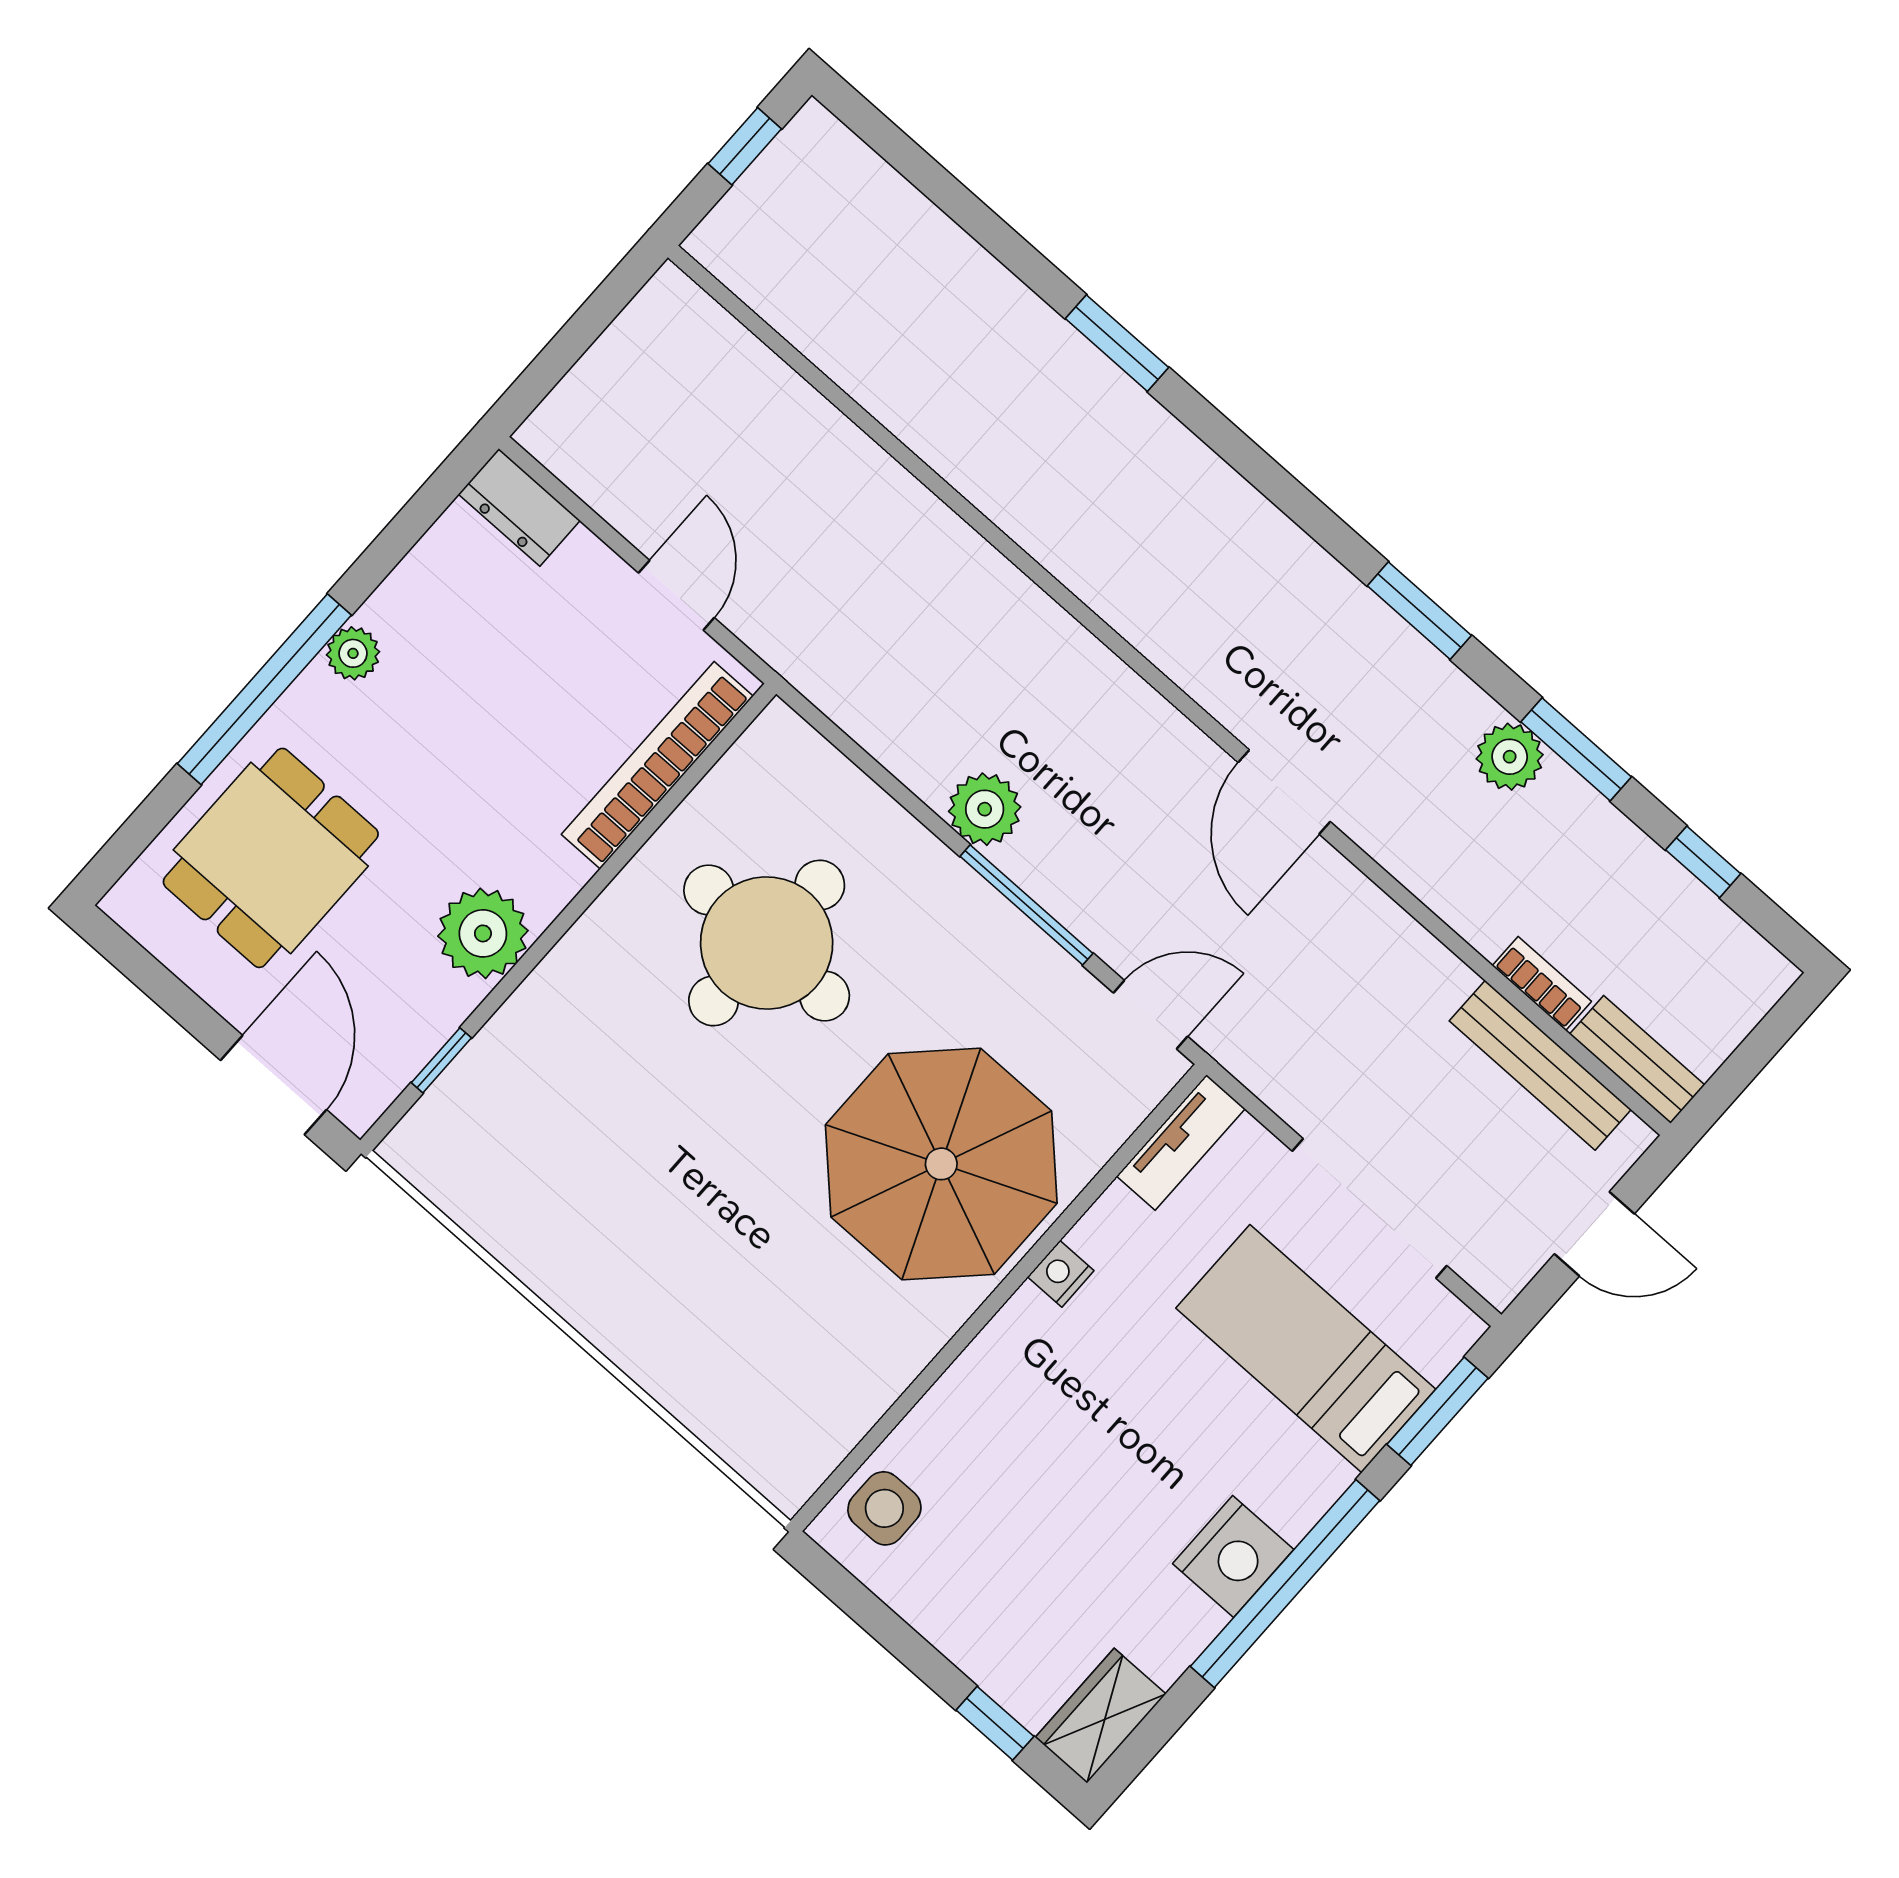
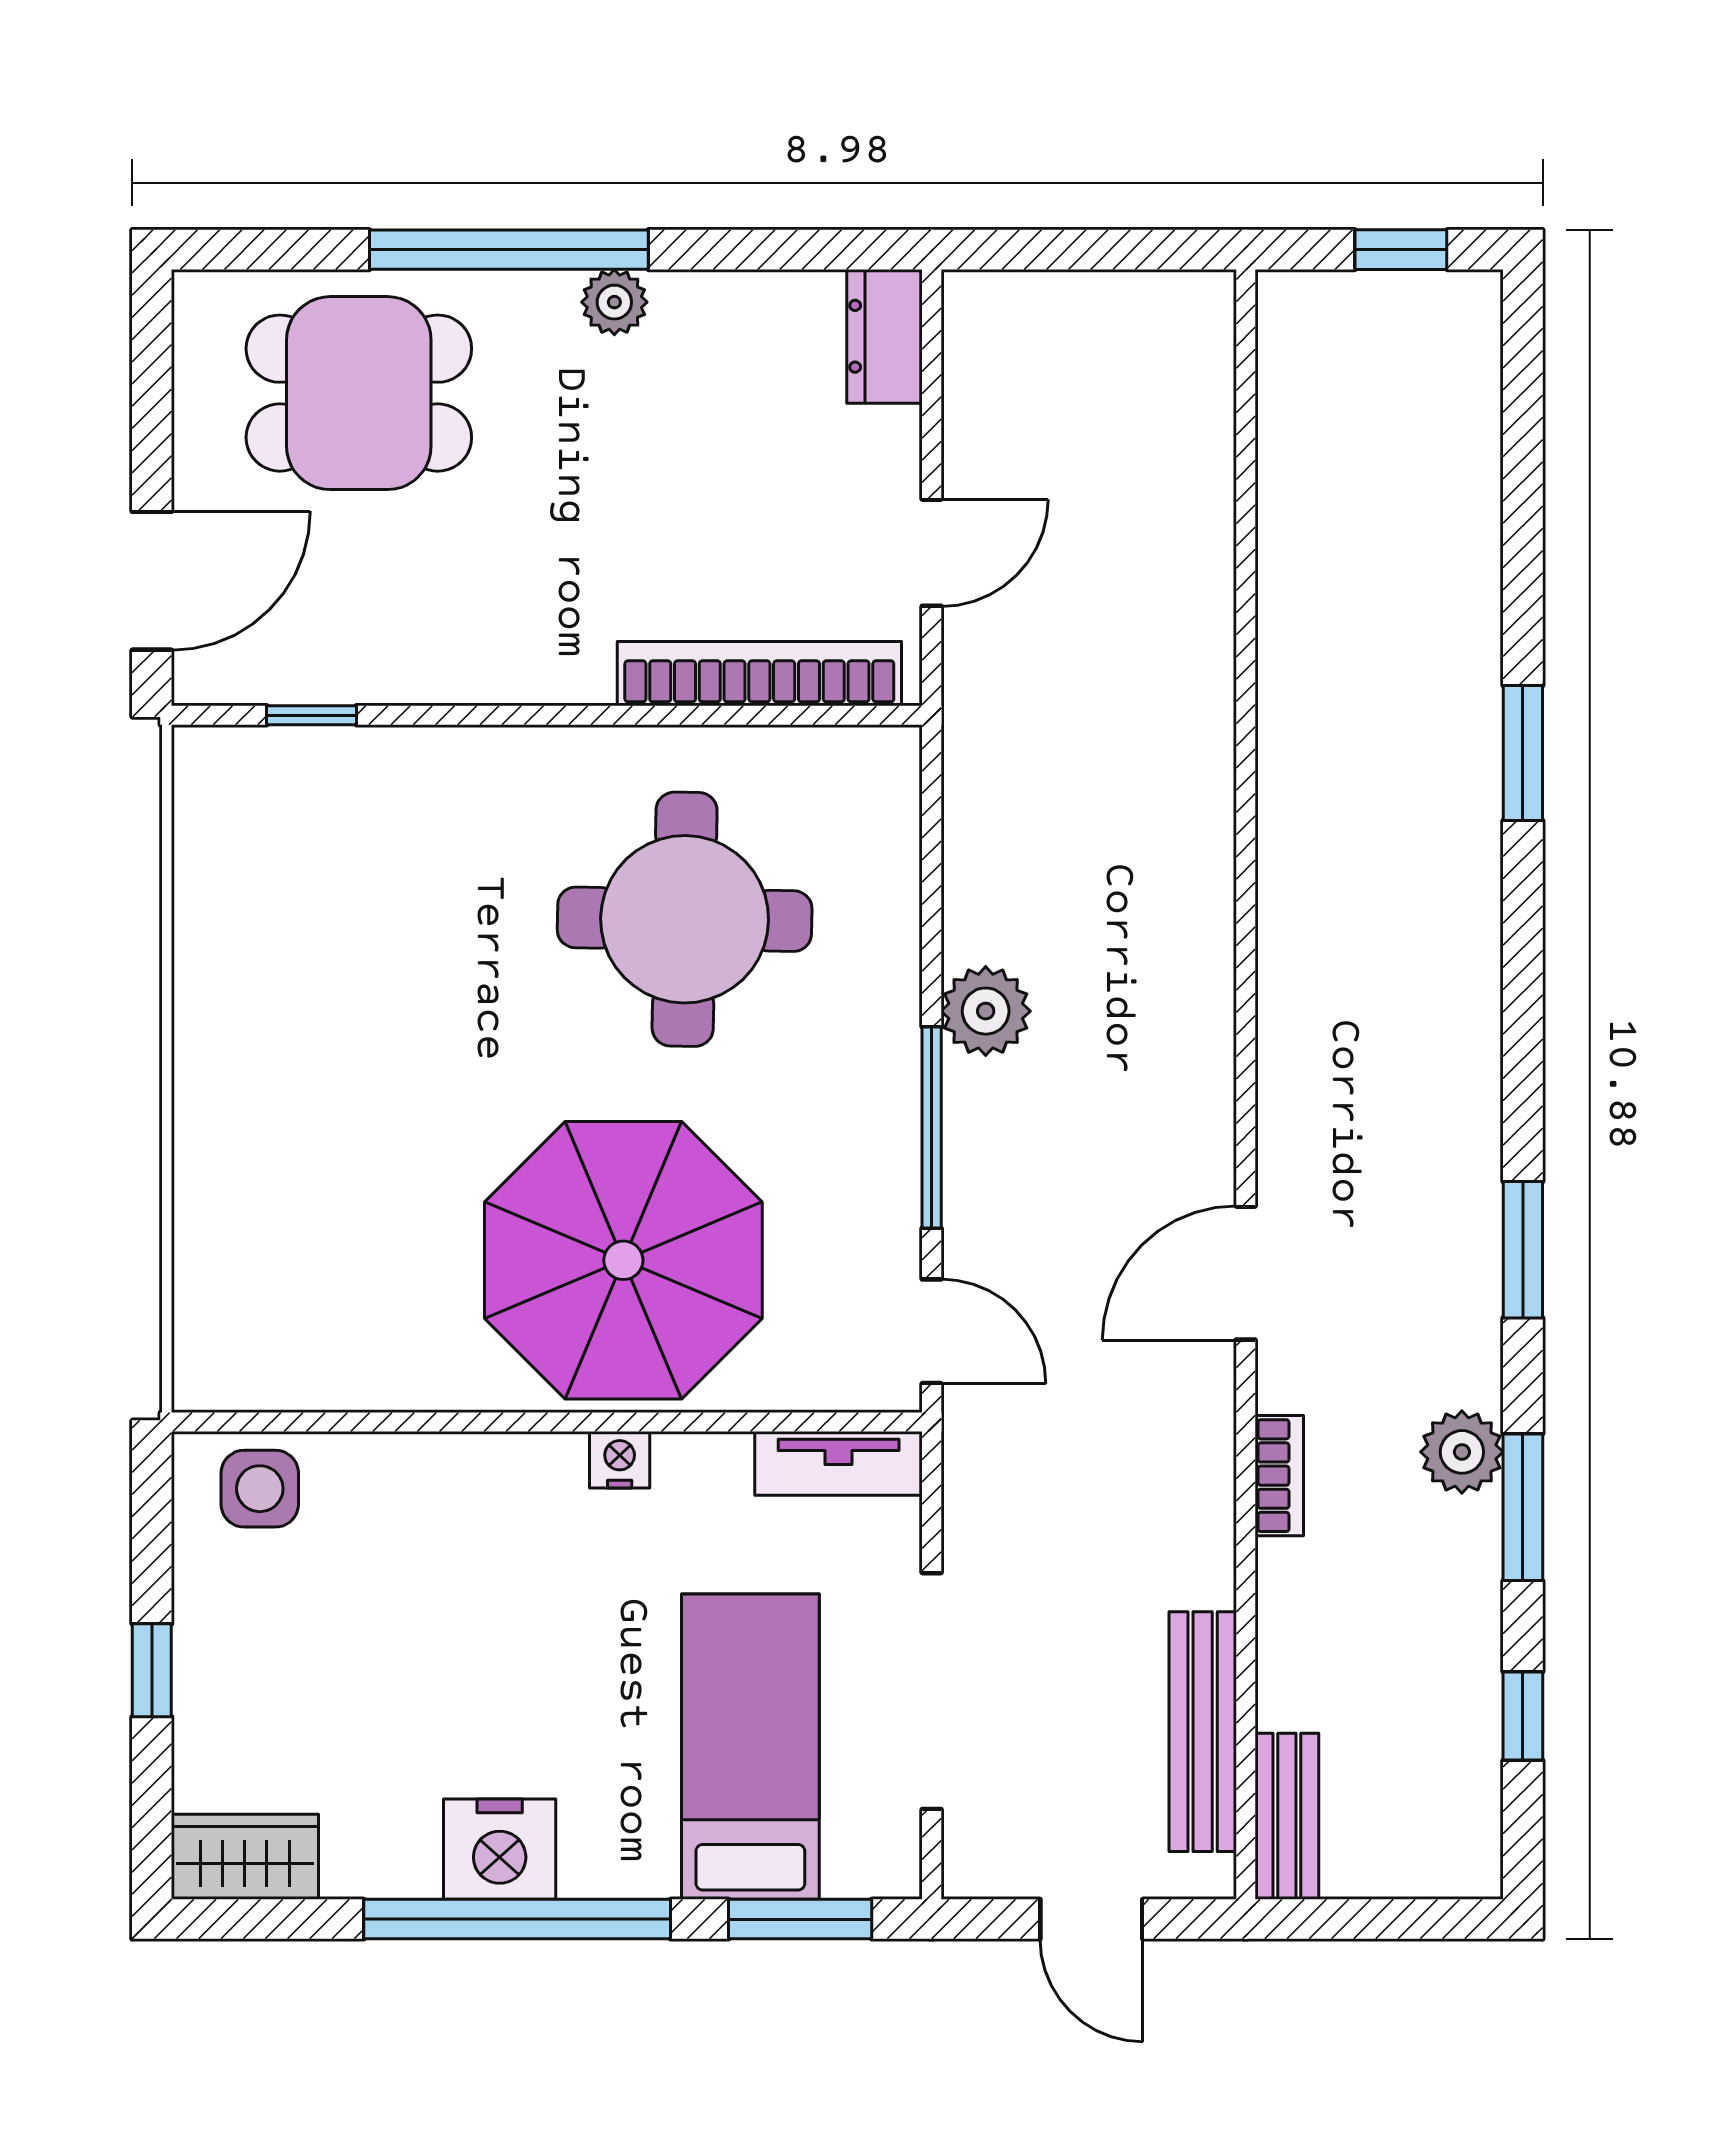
plant: (483, 933) -> (462, 650), removed
bookcase: (1542, 983) -> (1279, 1476), moved
window: (995, 1723) -> (152, 1670), moved

